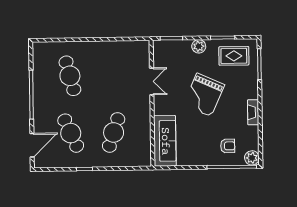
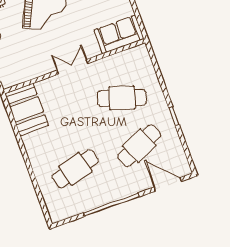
booth: (131, 53) -> (27, 109), added
double door: (152, 81) -> (72, 67), moved
sofa: (165, 141) -> (119, 34), width x0.73

